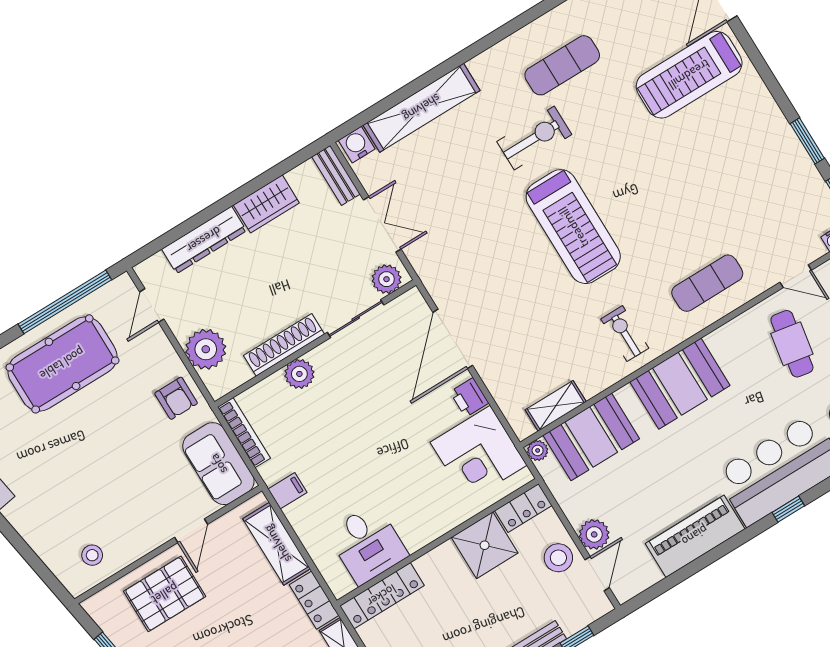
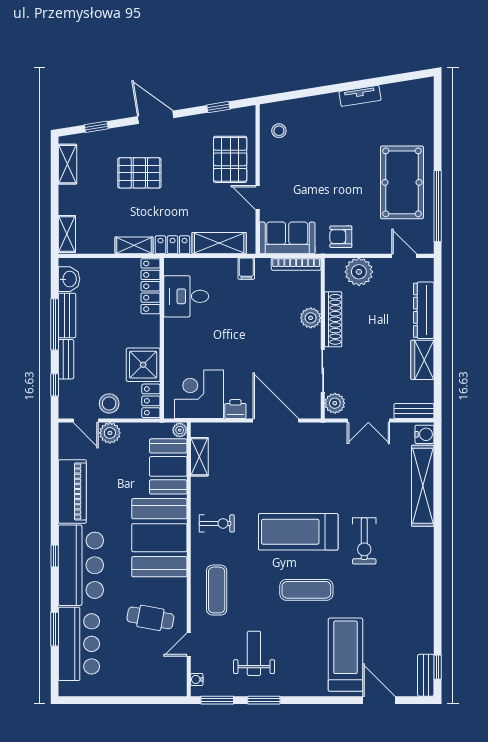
exercise mat: (562, 65) -> (306, 590), moved, turned 90
weight bench: (757, 189) -> (254, 653), added
booth: (680, 384) -> (159, 538), width x1.36, depth x1.42

